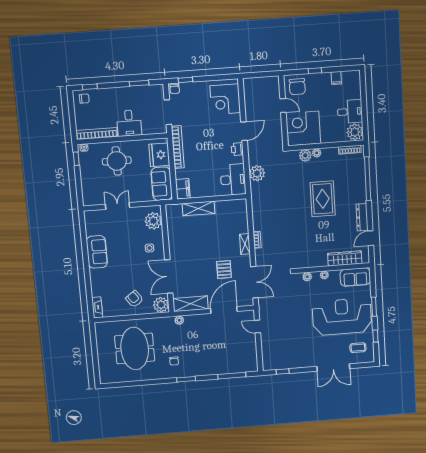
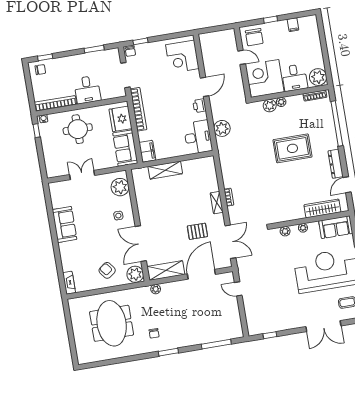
desk: (350, 112) -> (294, 78), moved, turned 90
rug: (323, 199) -> (292, 148), turned 90
pallet: (224, 270) -> (197, 231), turned 90

